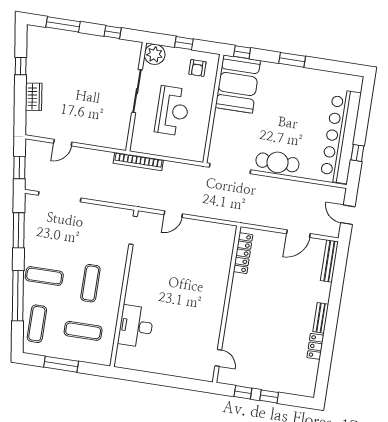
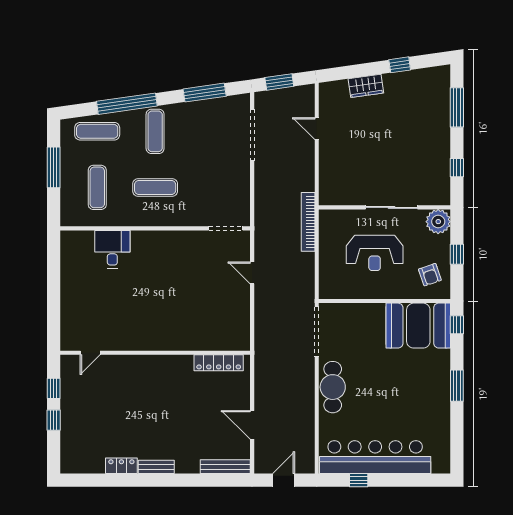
armchair: (197, 68) -> (430, 275), turned -109
desk: (136, 326) -> (112, 249), width x0.73

